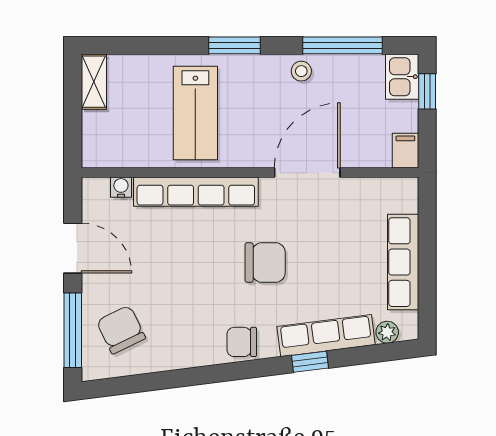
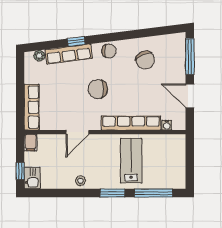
window: (342, 45) -> (154, 193), moved
shelving: (94, 82) -> (180, 176), removed
door: (307, 173) -> (78, 132), width x0.73
row of seats: (403, 262) -> (32, 107), moved
chair: (121, 330) -> (145, 60), moved

